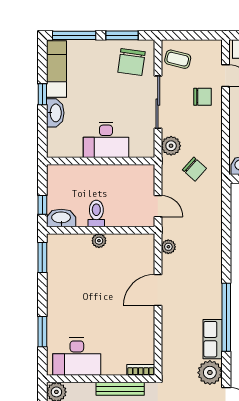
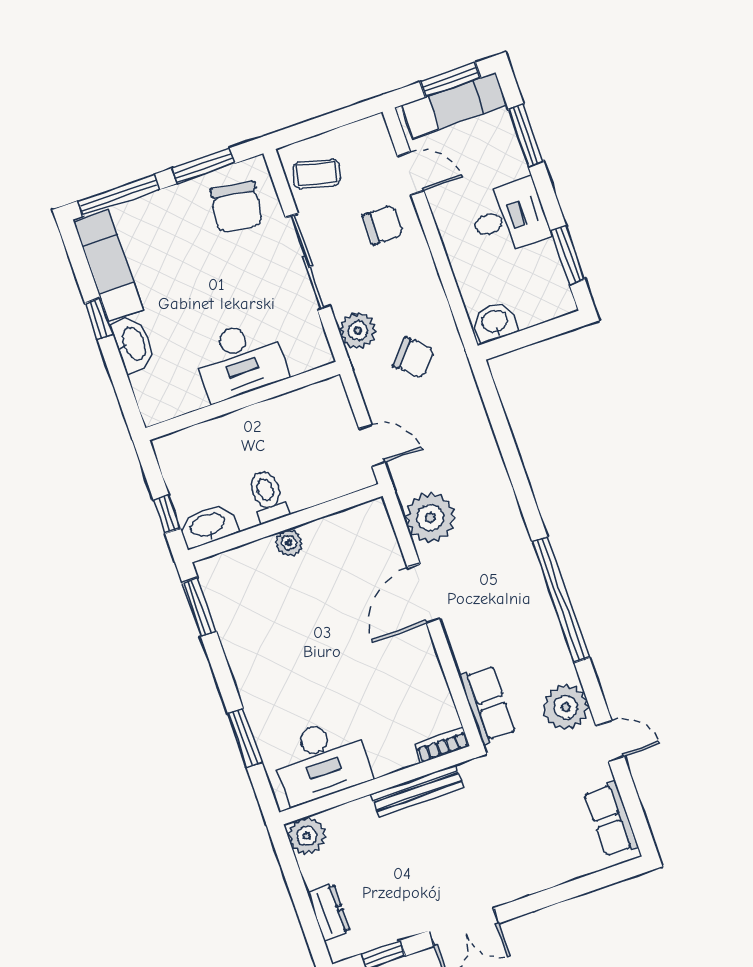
plant: (168, 247) -> (430, 518), width x1.87, depth x1.87
row of seats: (213, 339) -> (487, 704), moved, turned 180

